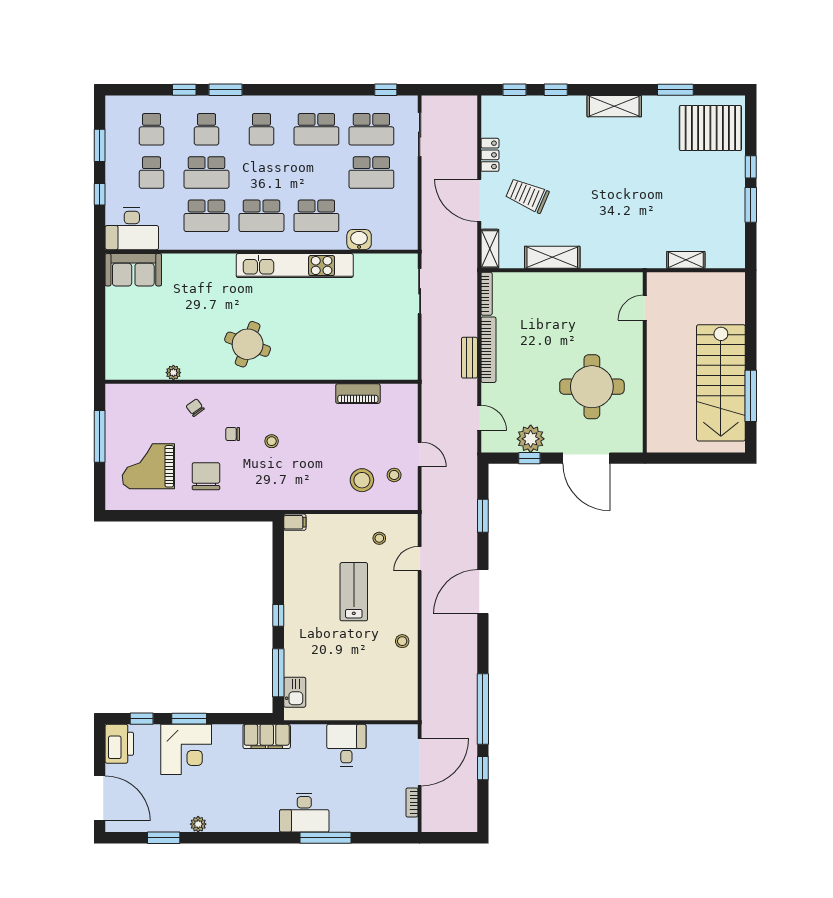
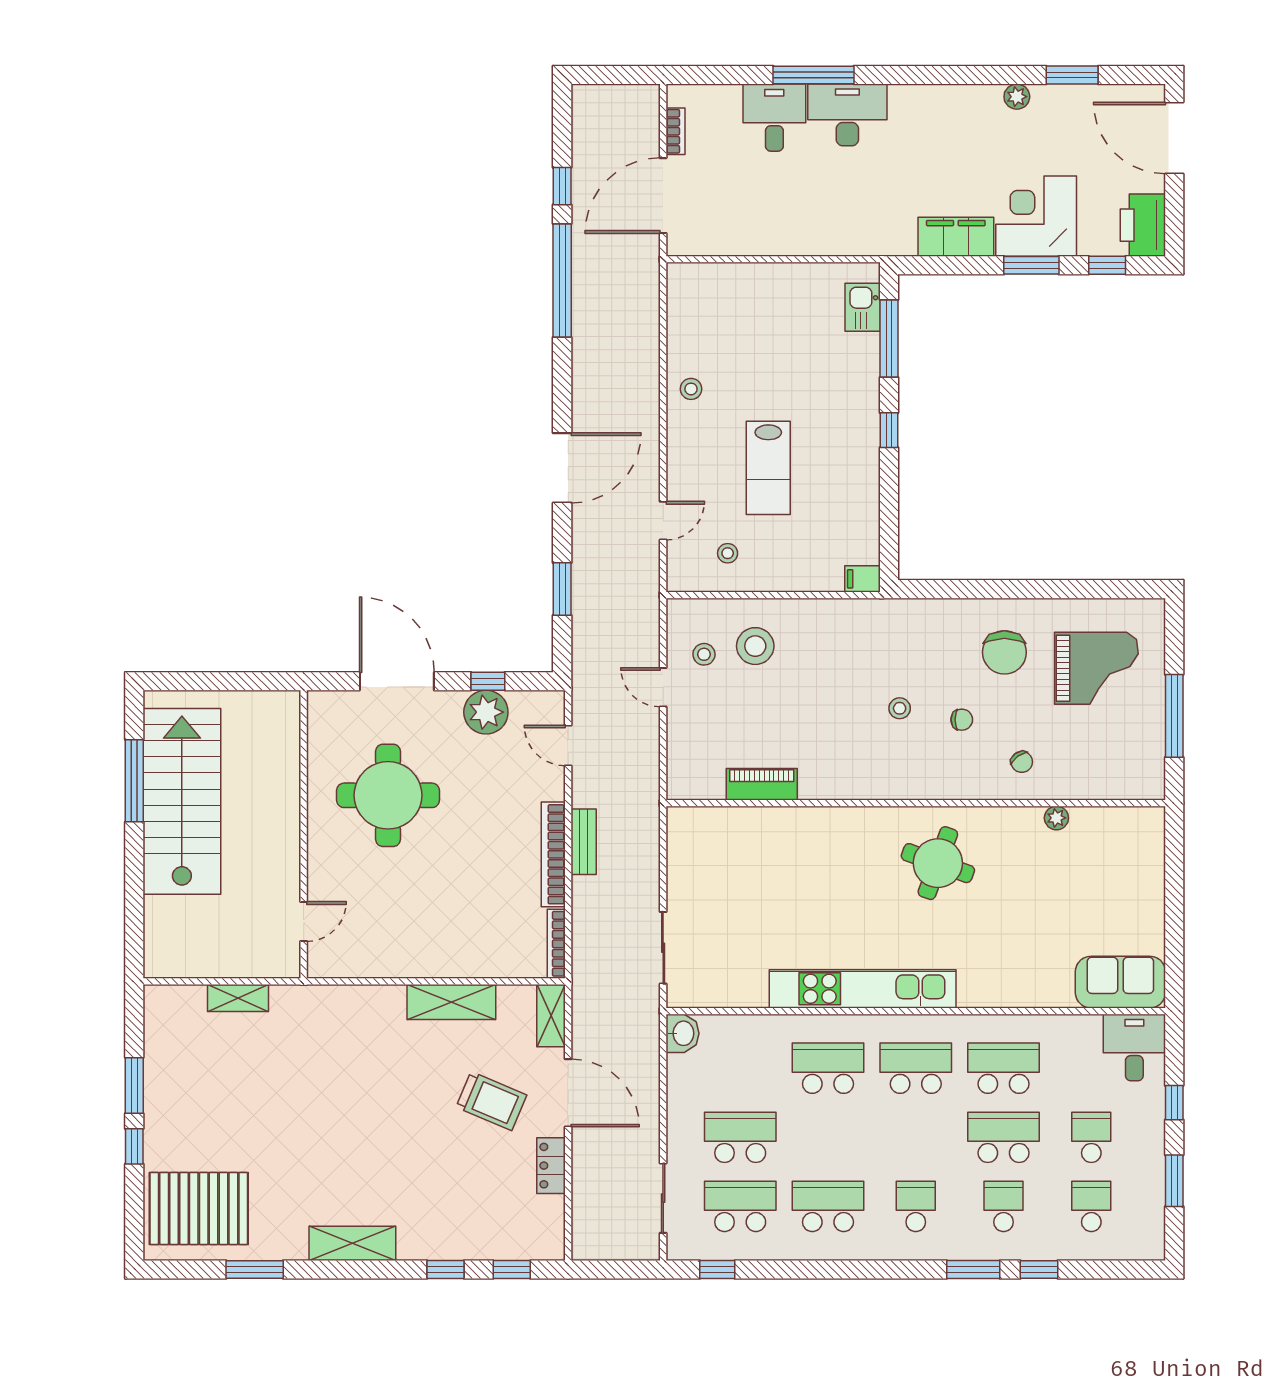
desk: (132, 229) -> (1134, 1047), width x0.73
washbasin: (359, 240) -> (682, 1033), moved, turned -90
filing cabinet: (267, 736) -> (956, 237), moved
desk: (346, 745) -> (774, 118), moved, turned 180

